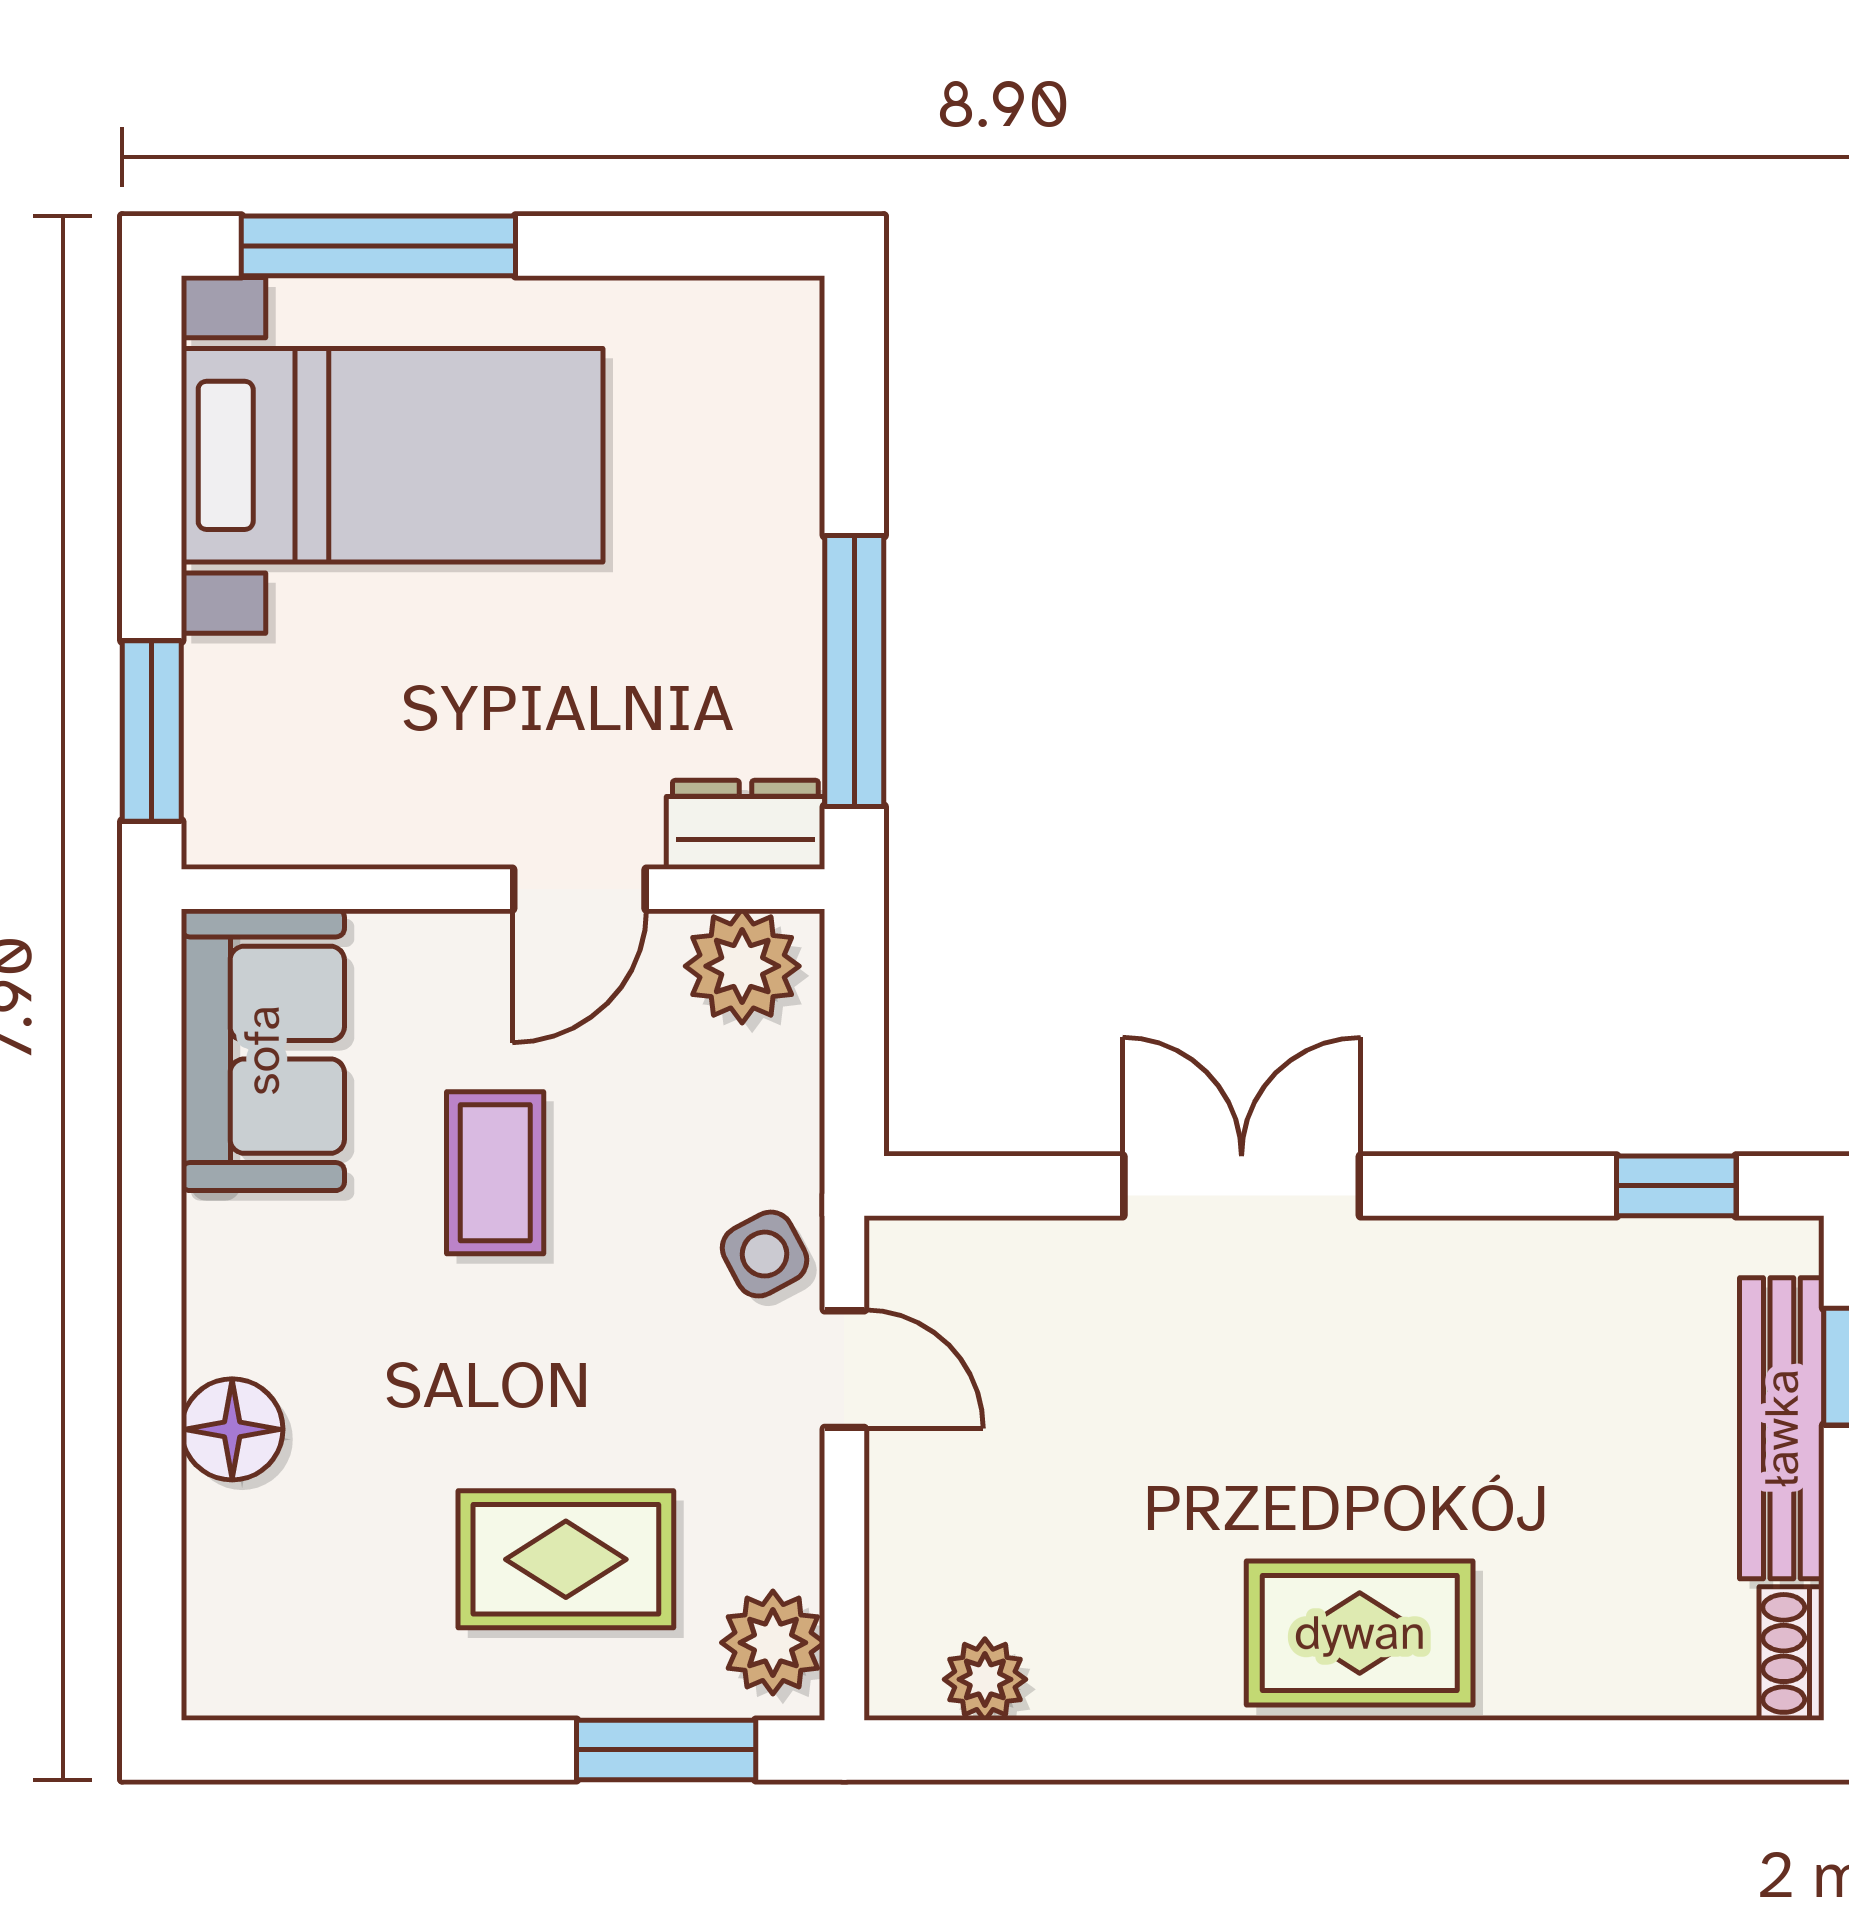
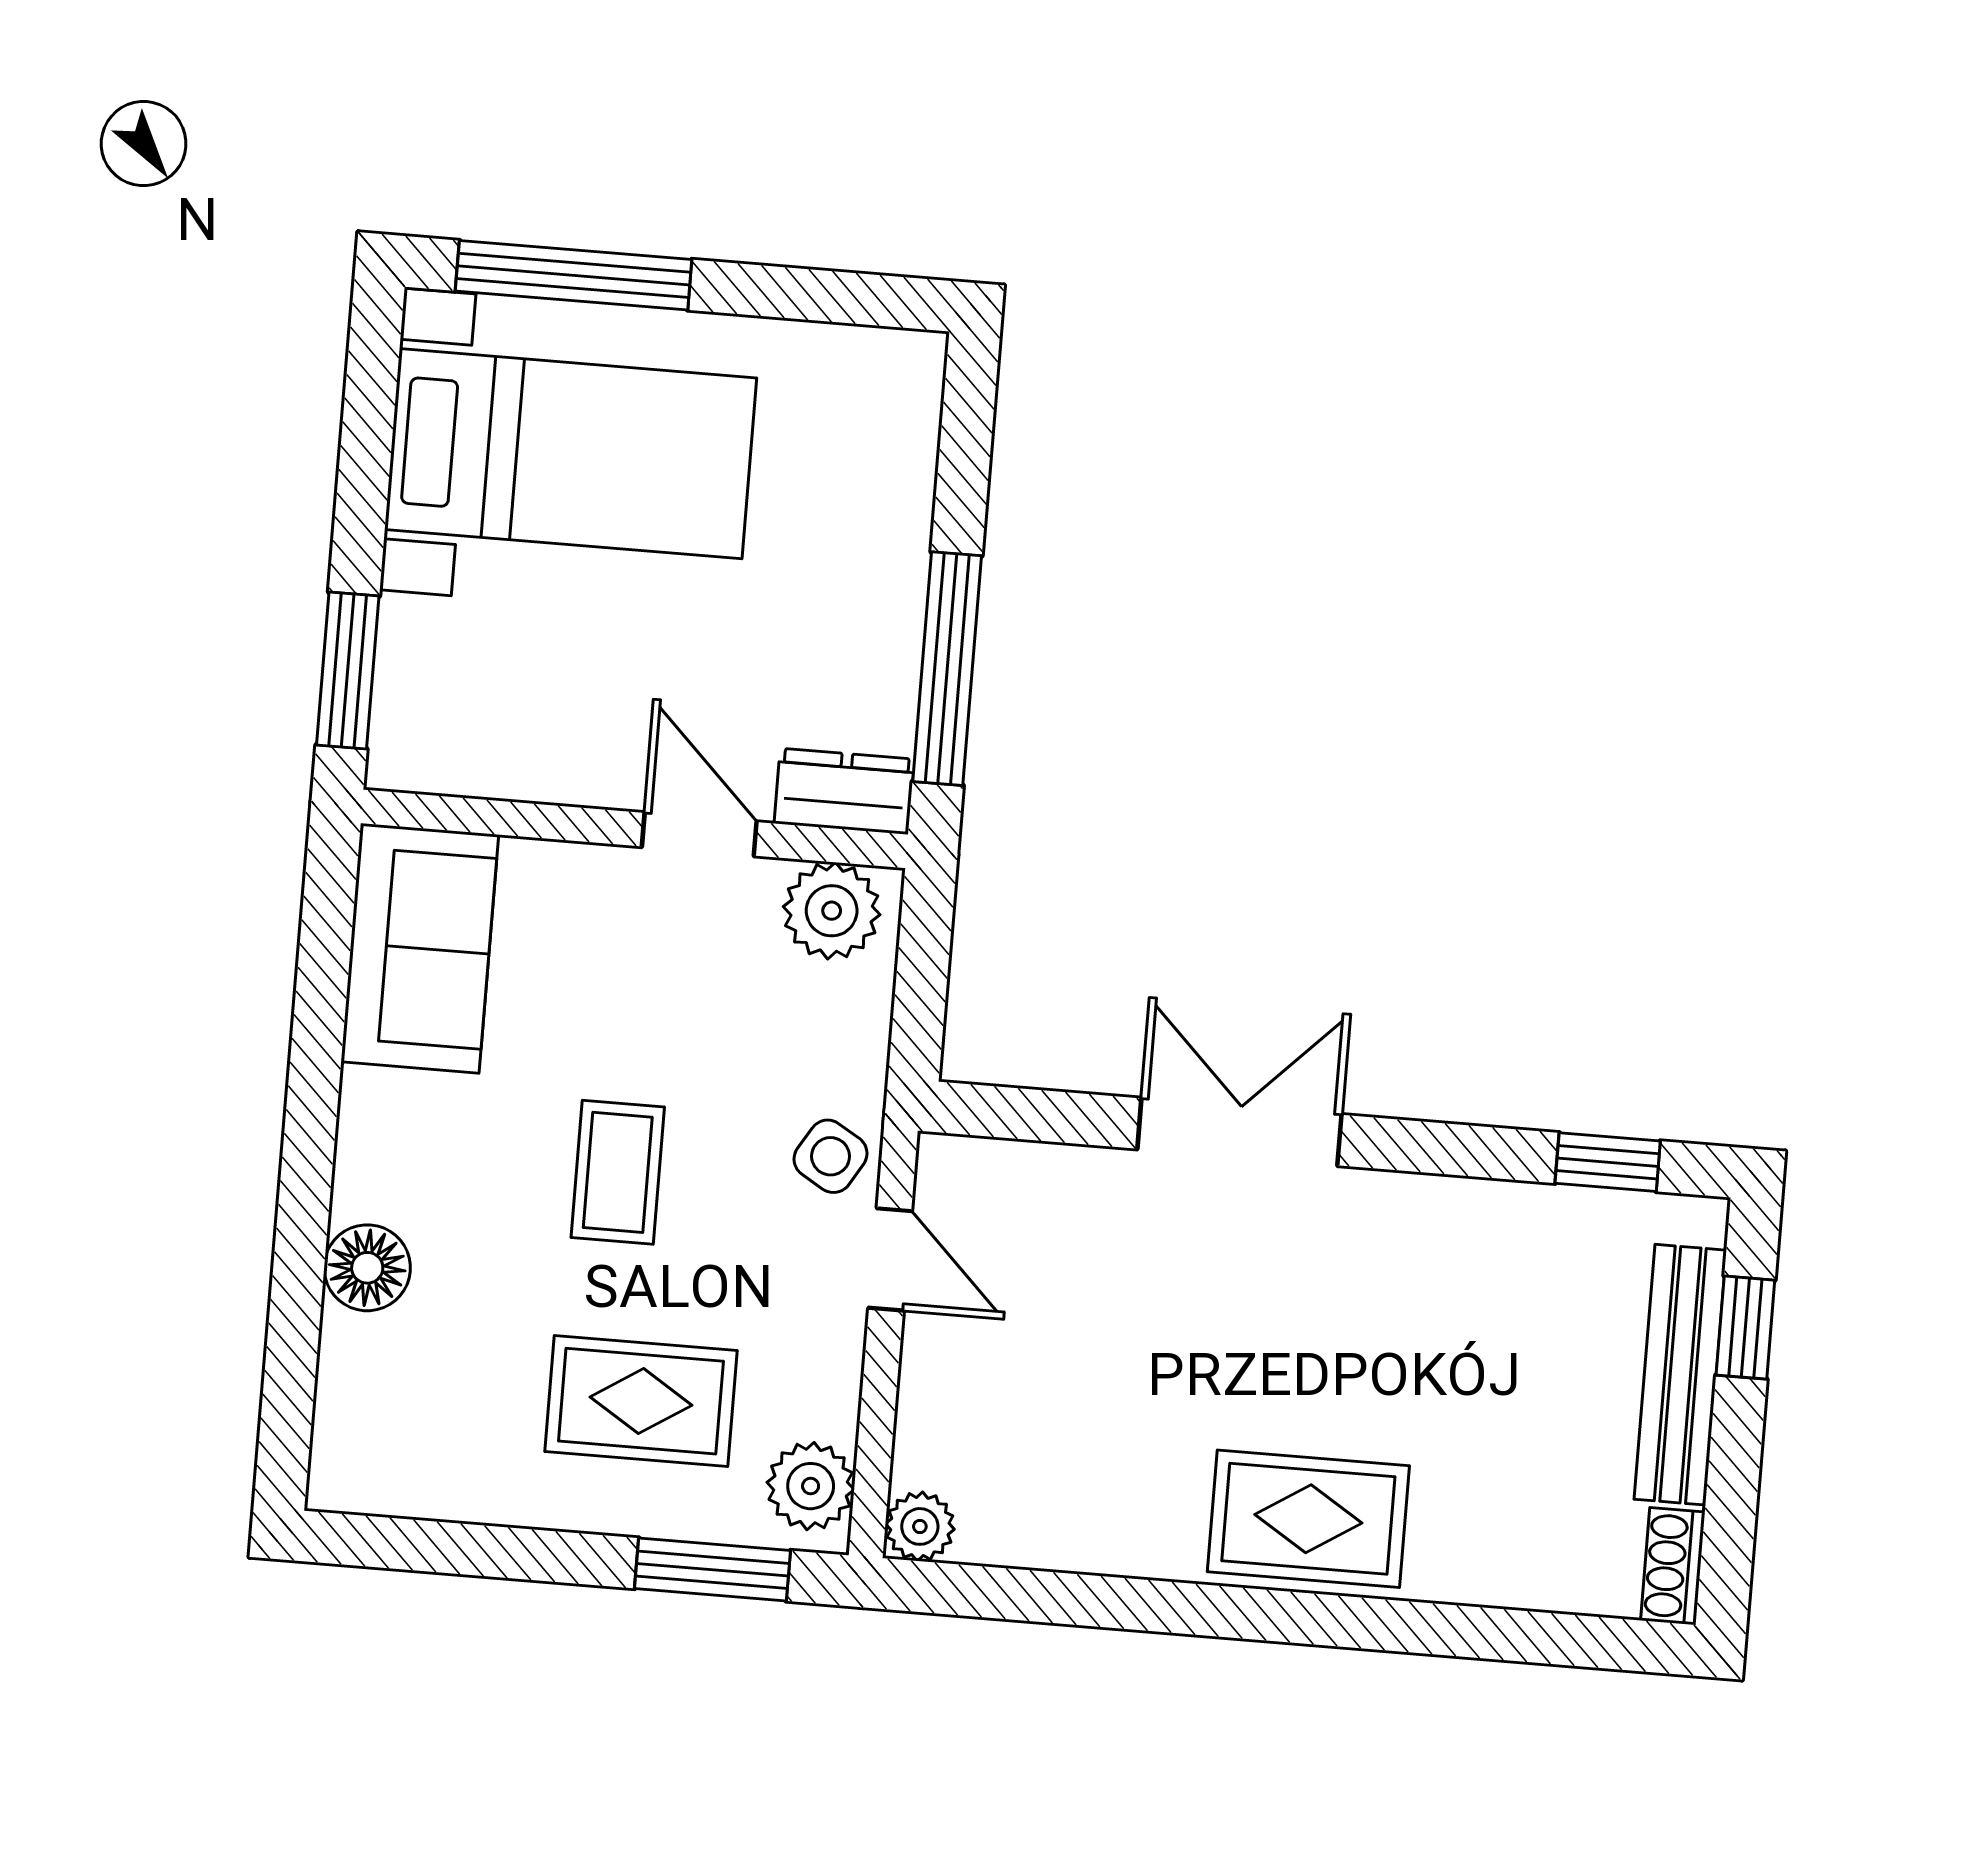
door: (579, 889) -> (699, 834), swing flipped
coffee table: (495, 1173) -> (618, 1172), moved
side table: (765, 1254) -> (831, 1156), turned -31
plant: (985, 1679) -> (920, 1526), moved

